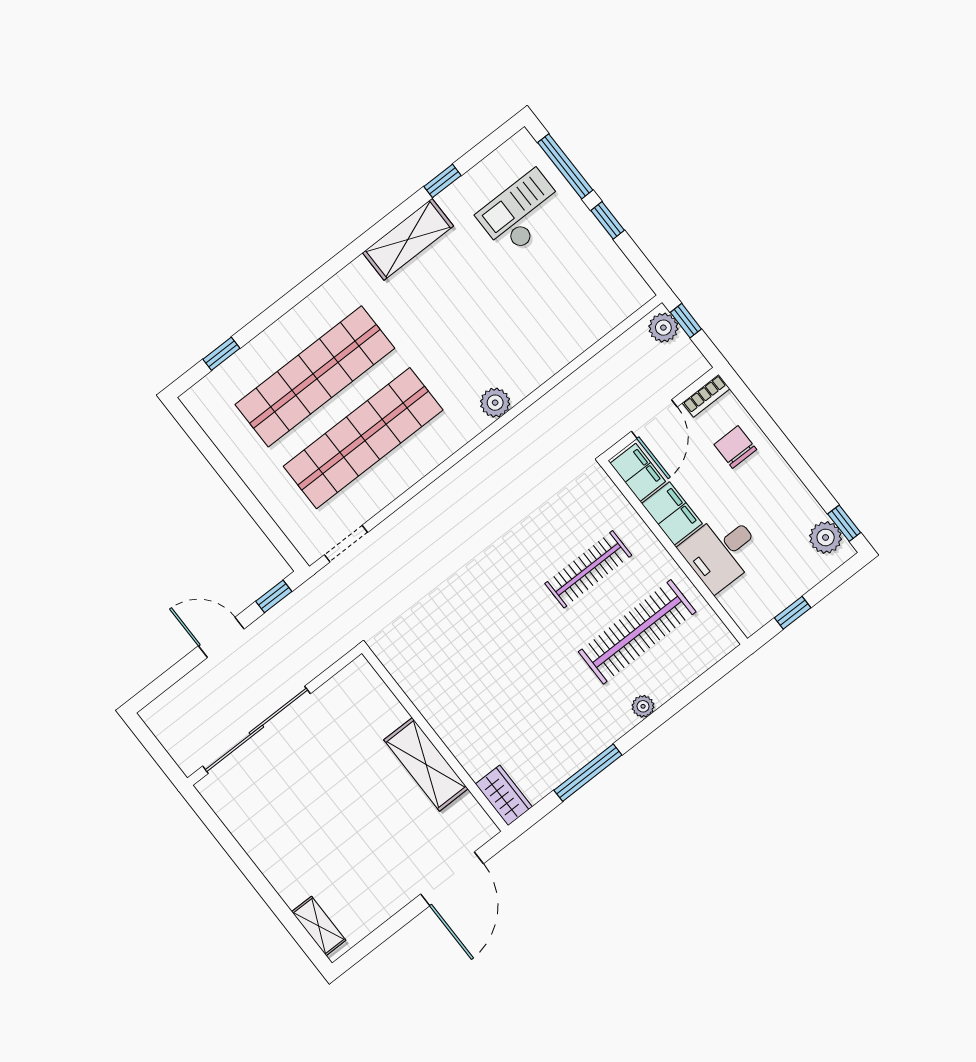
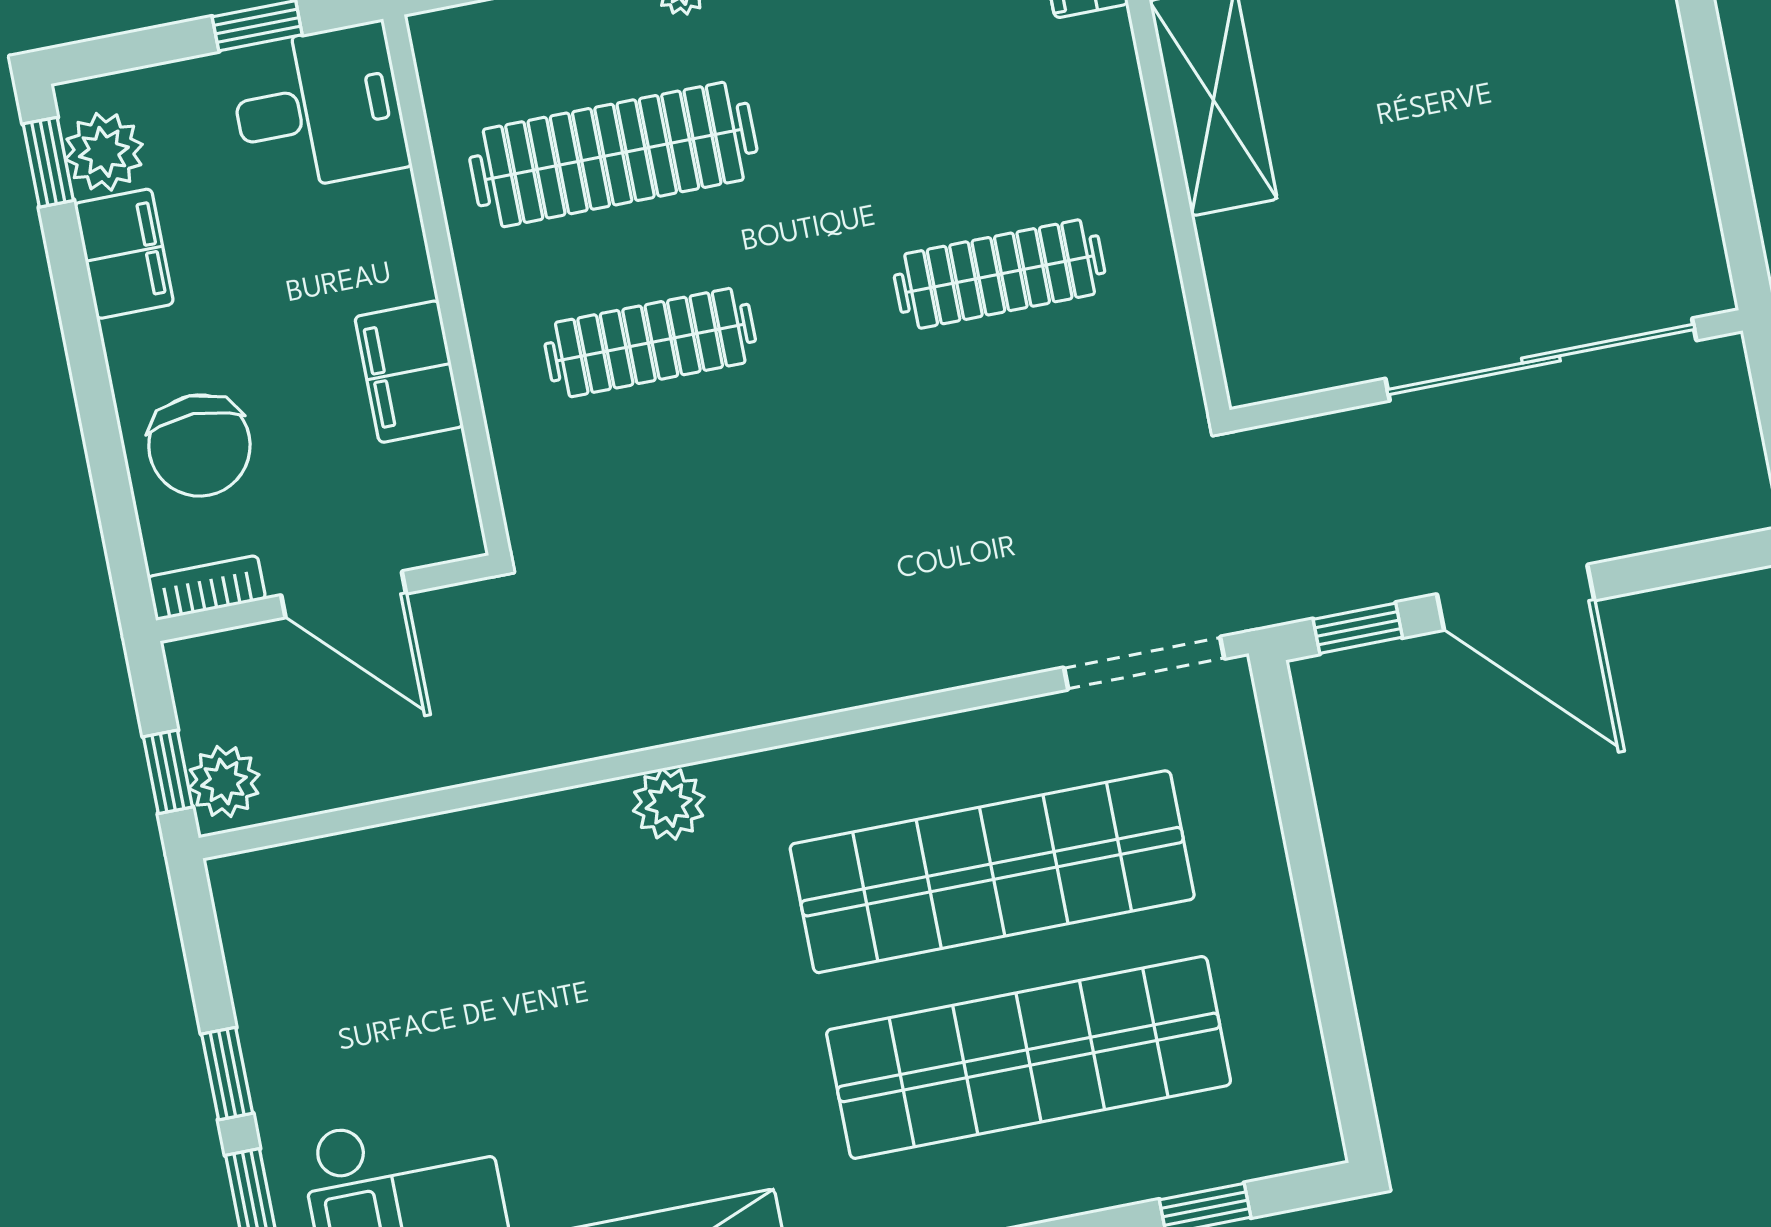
door: (654, 419) -> (344, 594), swing flipped
chair: (735, 447) -> (199, 446), width x1.37, depth x1.37
filing cabinet: (638, 472) -> (124, 254), moved, turned 180
doorway: (346, 544) -> (1144, 663), width x1.38
desk: (721, 551) -> (318, 108), moved
door: (221, 637) -> (1516, 597), width x1.36
clothes rail: (472, 660) -> (1000, 274), added

